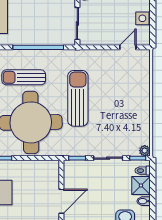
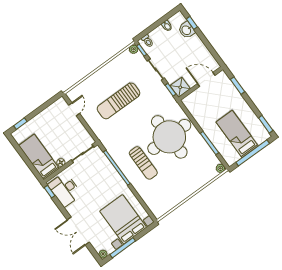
side table: (142, 18) -> (48, 114), removed
door: (128, 47) -> (74, 109), swing flipped
sun lounger: (78, 98) -> (118, 101), moved
shower: (141, 185) -> (180, 87), moved

